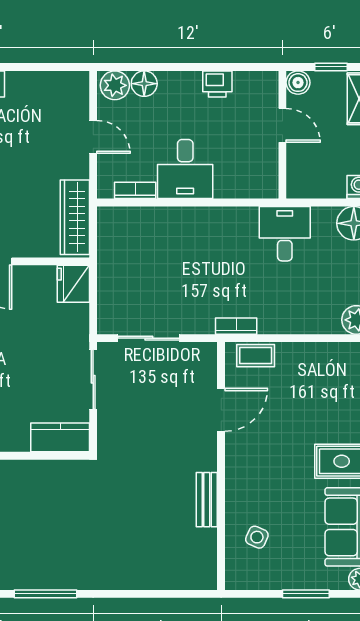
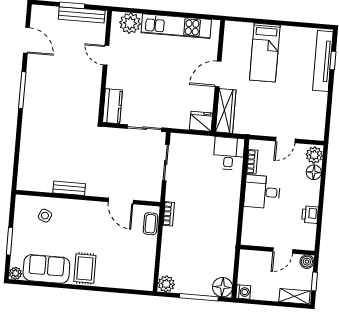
wardrobe: (75, 217) -> (226, 111), moved, turned 90
desk: (285, 234) -> (229, 153), moved, turned -90

